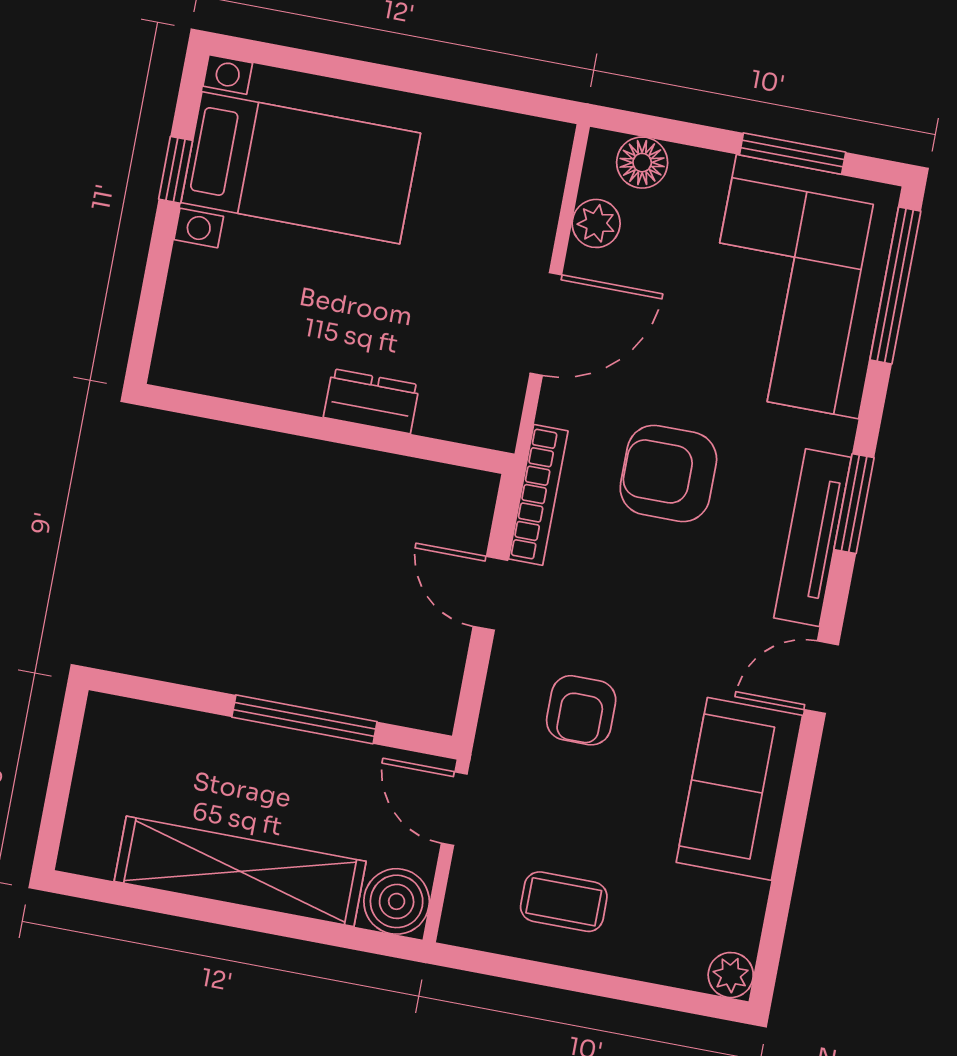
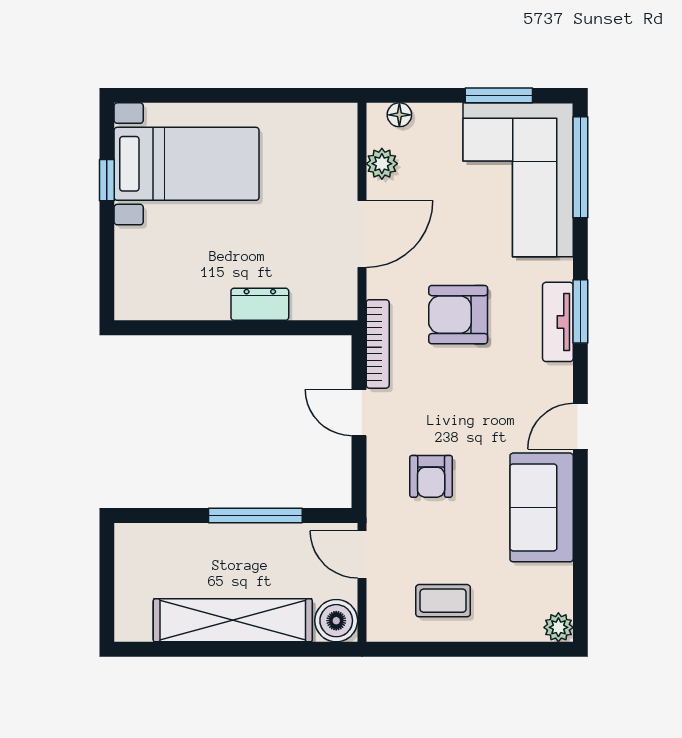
floor lamp: (642, 163) -> (399, 115), width x0.73, depth x0.73
tv unit: (812, 538) -> (558, 322), width x0.71

